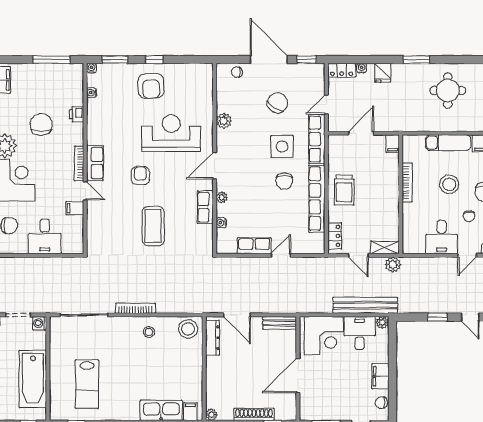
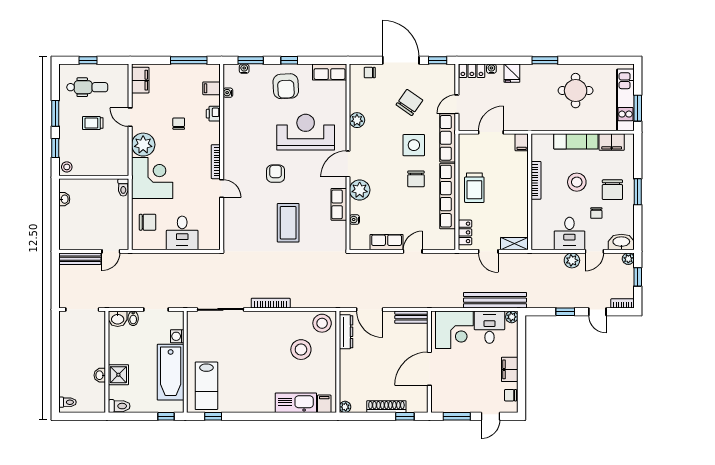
water cooler: (91, 68) -> (244, 69), moved
chair: (41, 124) -> (179, 124), width x0.54, depth x0.54
row of seats: (95, 163) -> (330, 72), moved, turned 90
plant: (222, 197) -> (360, 190), width x1.87, depth x1.87
filing cabinet: (75, 208) -> (212, 88), moved
plant: (393, 265) -> (572, 260), moved
washing machine: (40, 323) -> (177, 336), moved
stool: (149, 332) -> (301, 350), moved, width x1.89, depth x1.89
lab bench: (87, 384) -> (206, 386), moved

